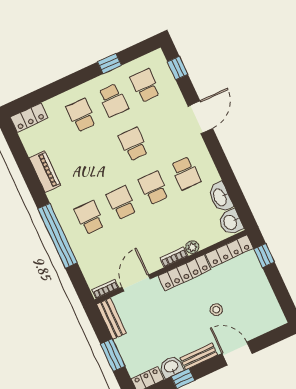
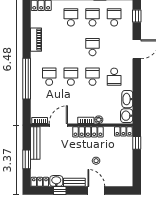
school desk: (113, 100) -> (93, 17), turned 180
locker: (229, 251) -> (123, 131), width x0.66
bench: (111, 319) -> (35, 143), width x1.36

